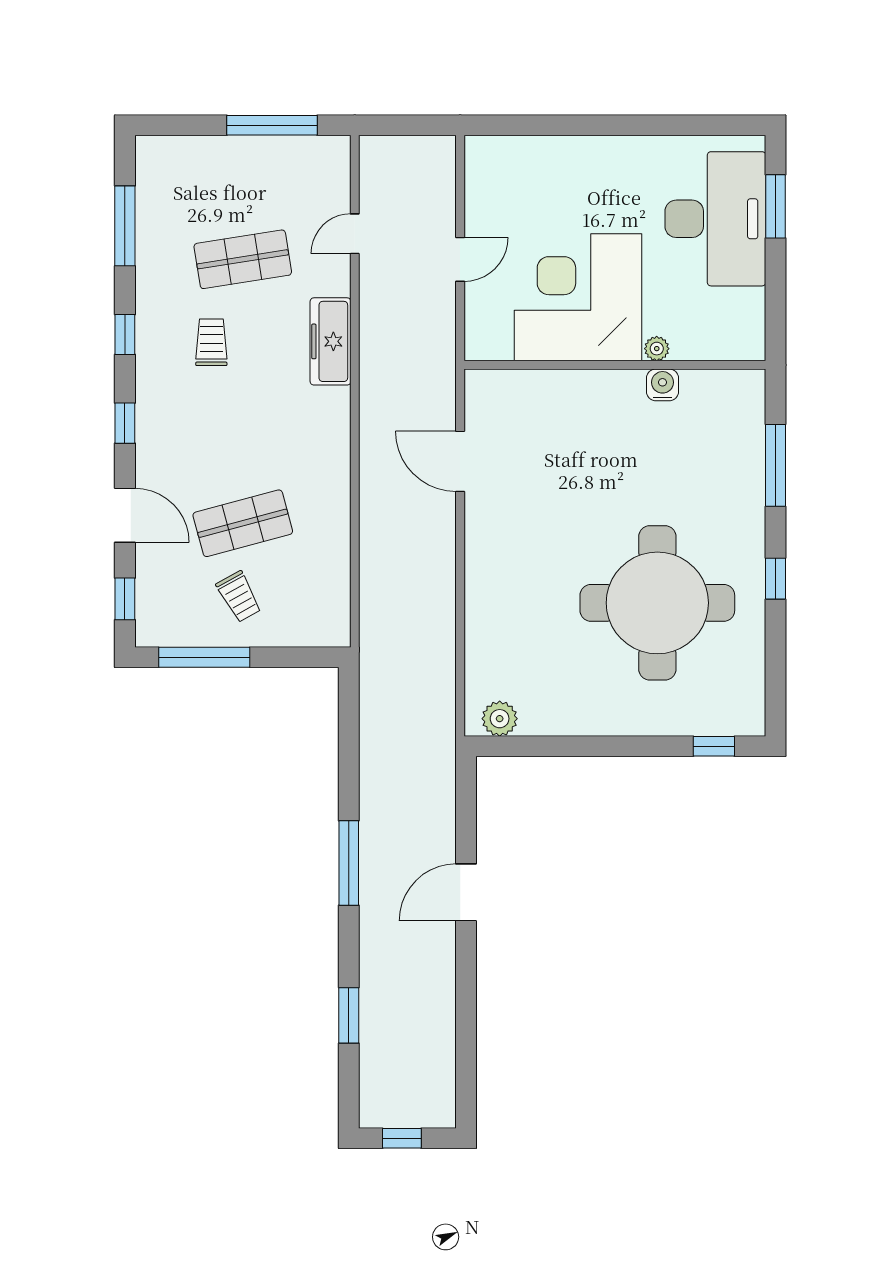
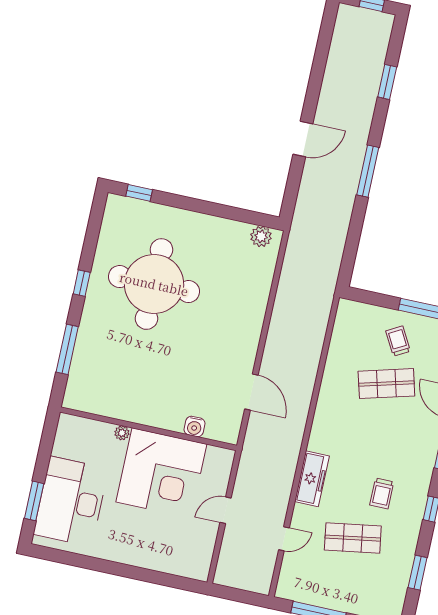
window: (125, 226) -> (418, 573), width x0.69
water cooler: (662, 385) -> (194, 427), moved

